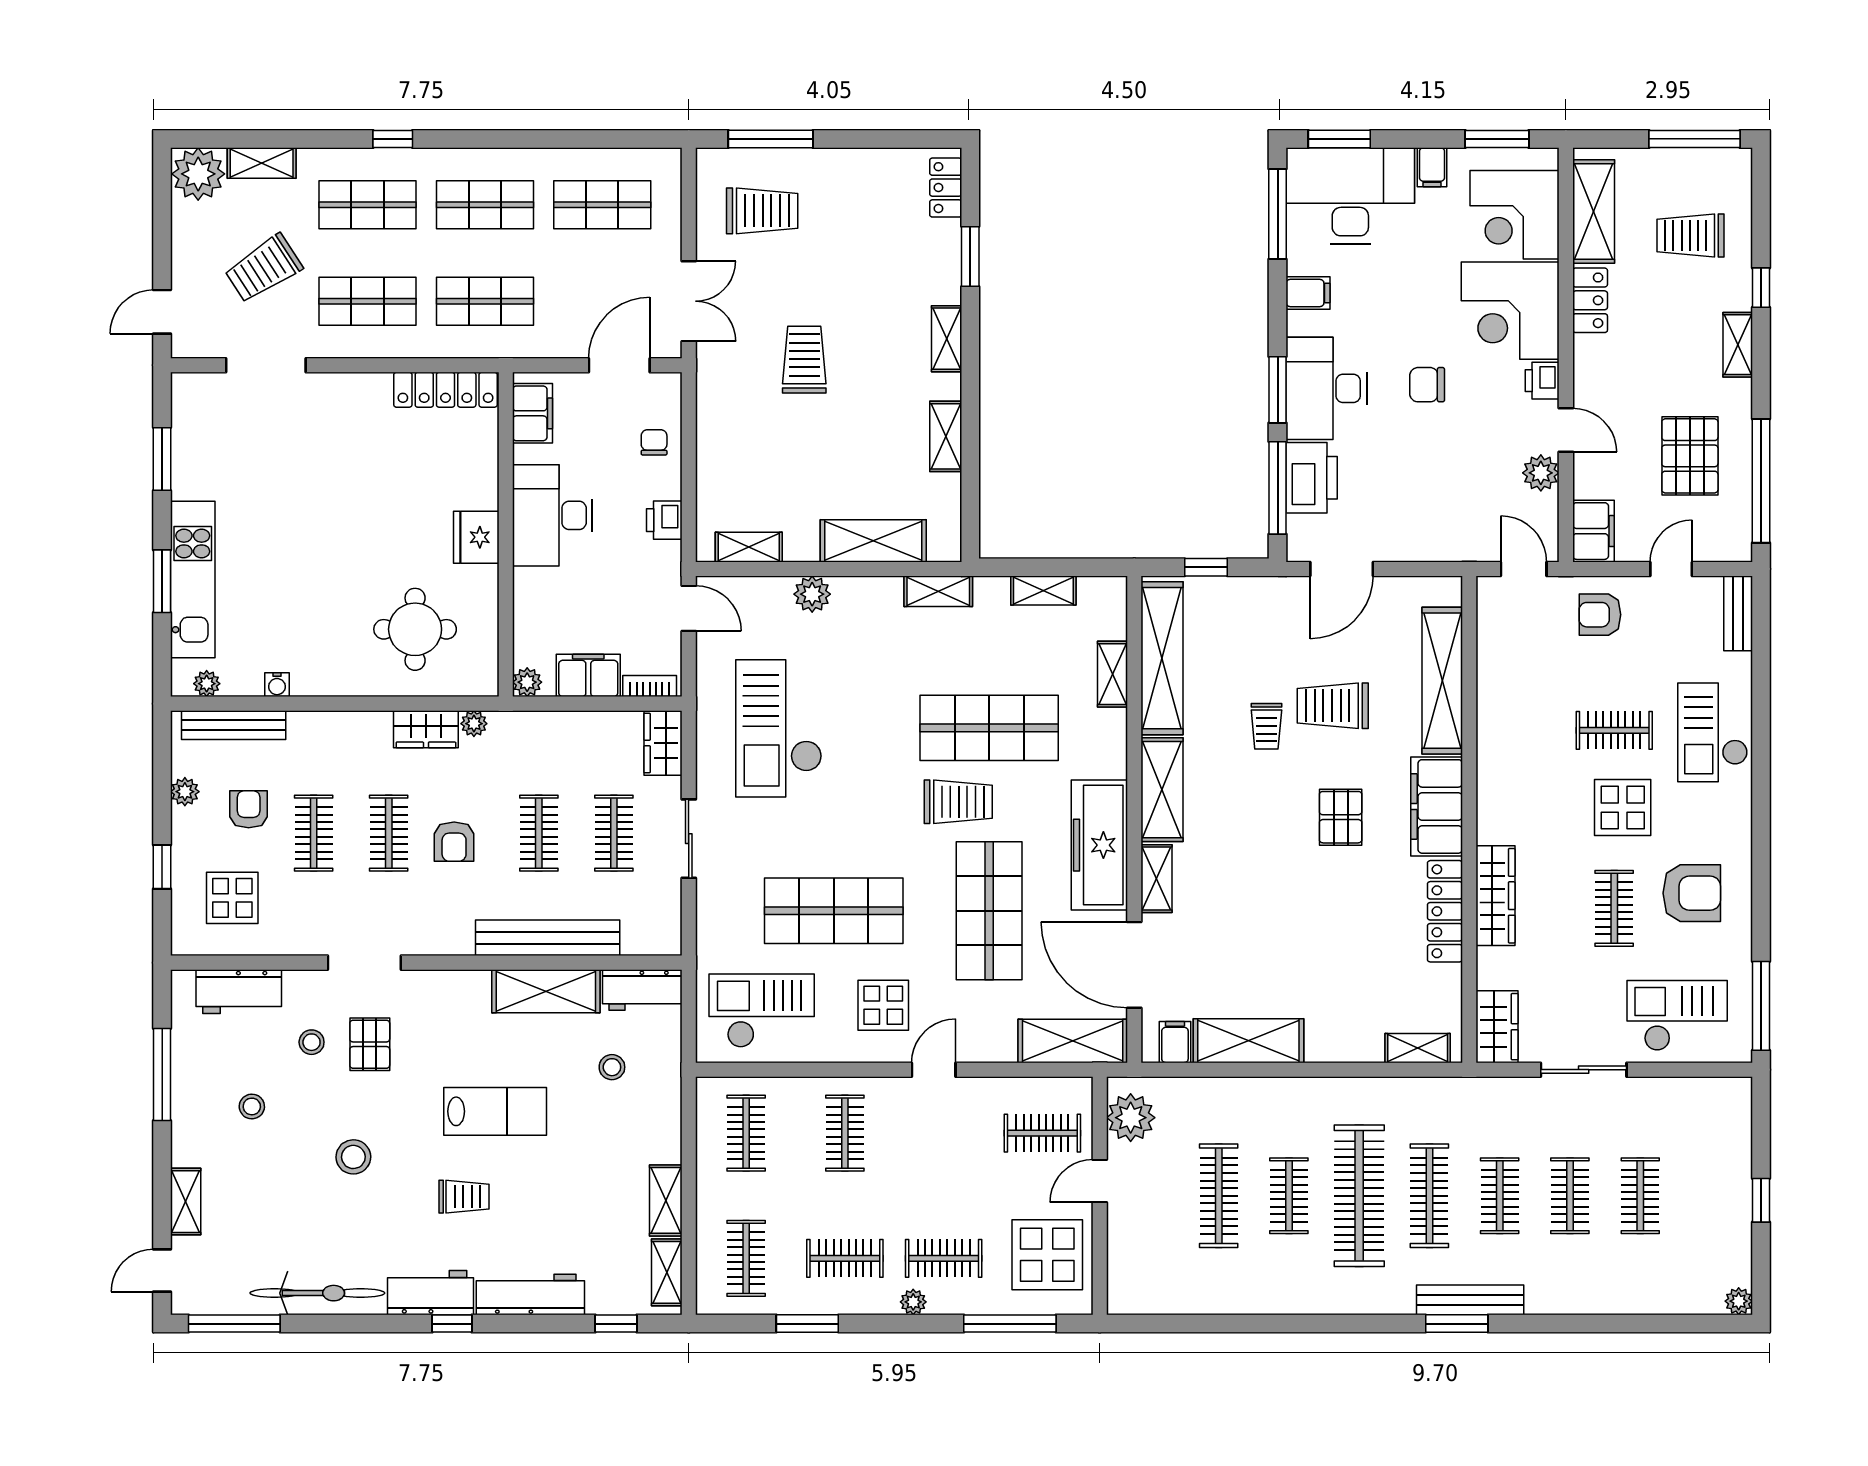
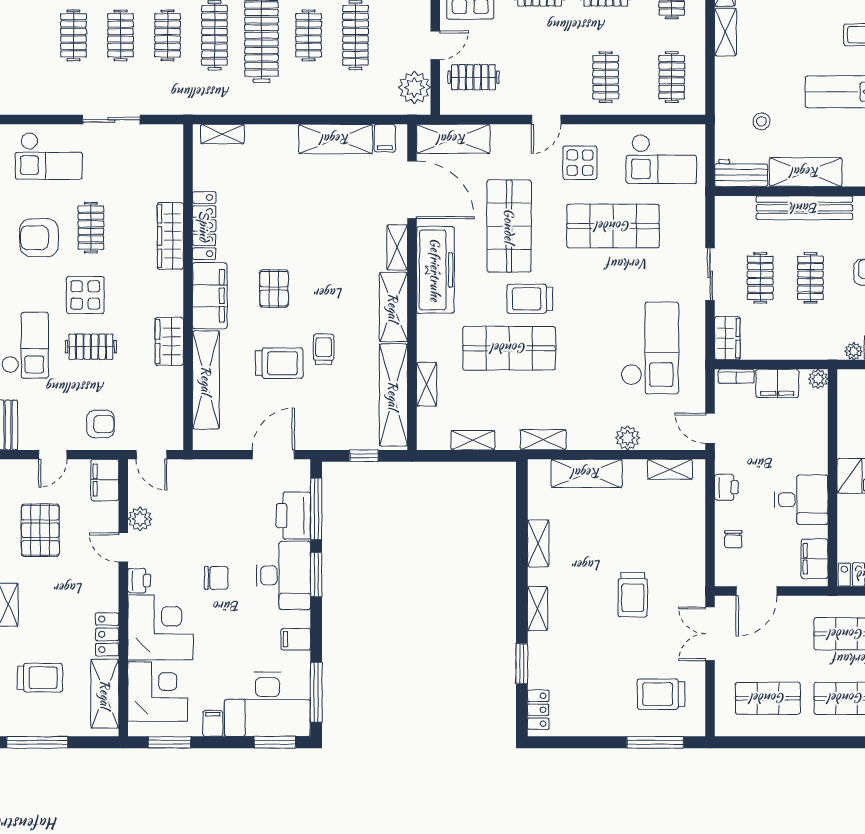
desk: (553, 515) -> (801, 500), width x0.73
wardrobe: (1497, 1027) -> (169, 341), moved

